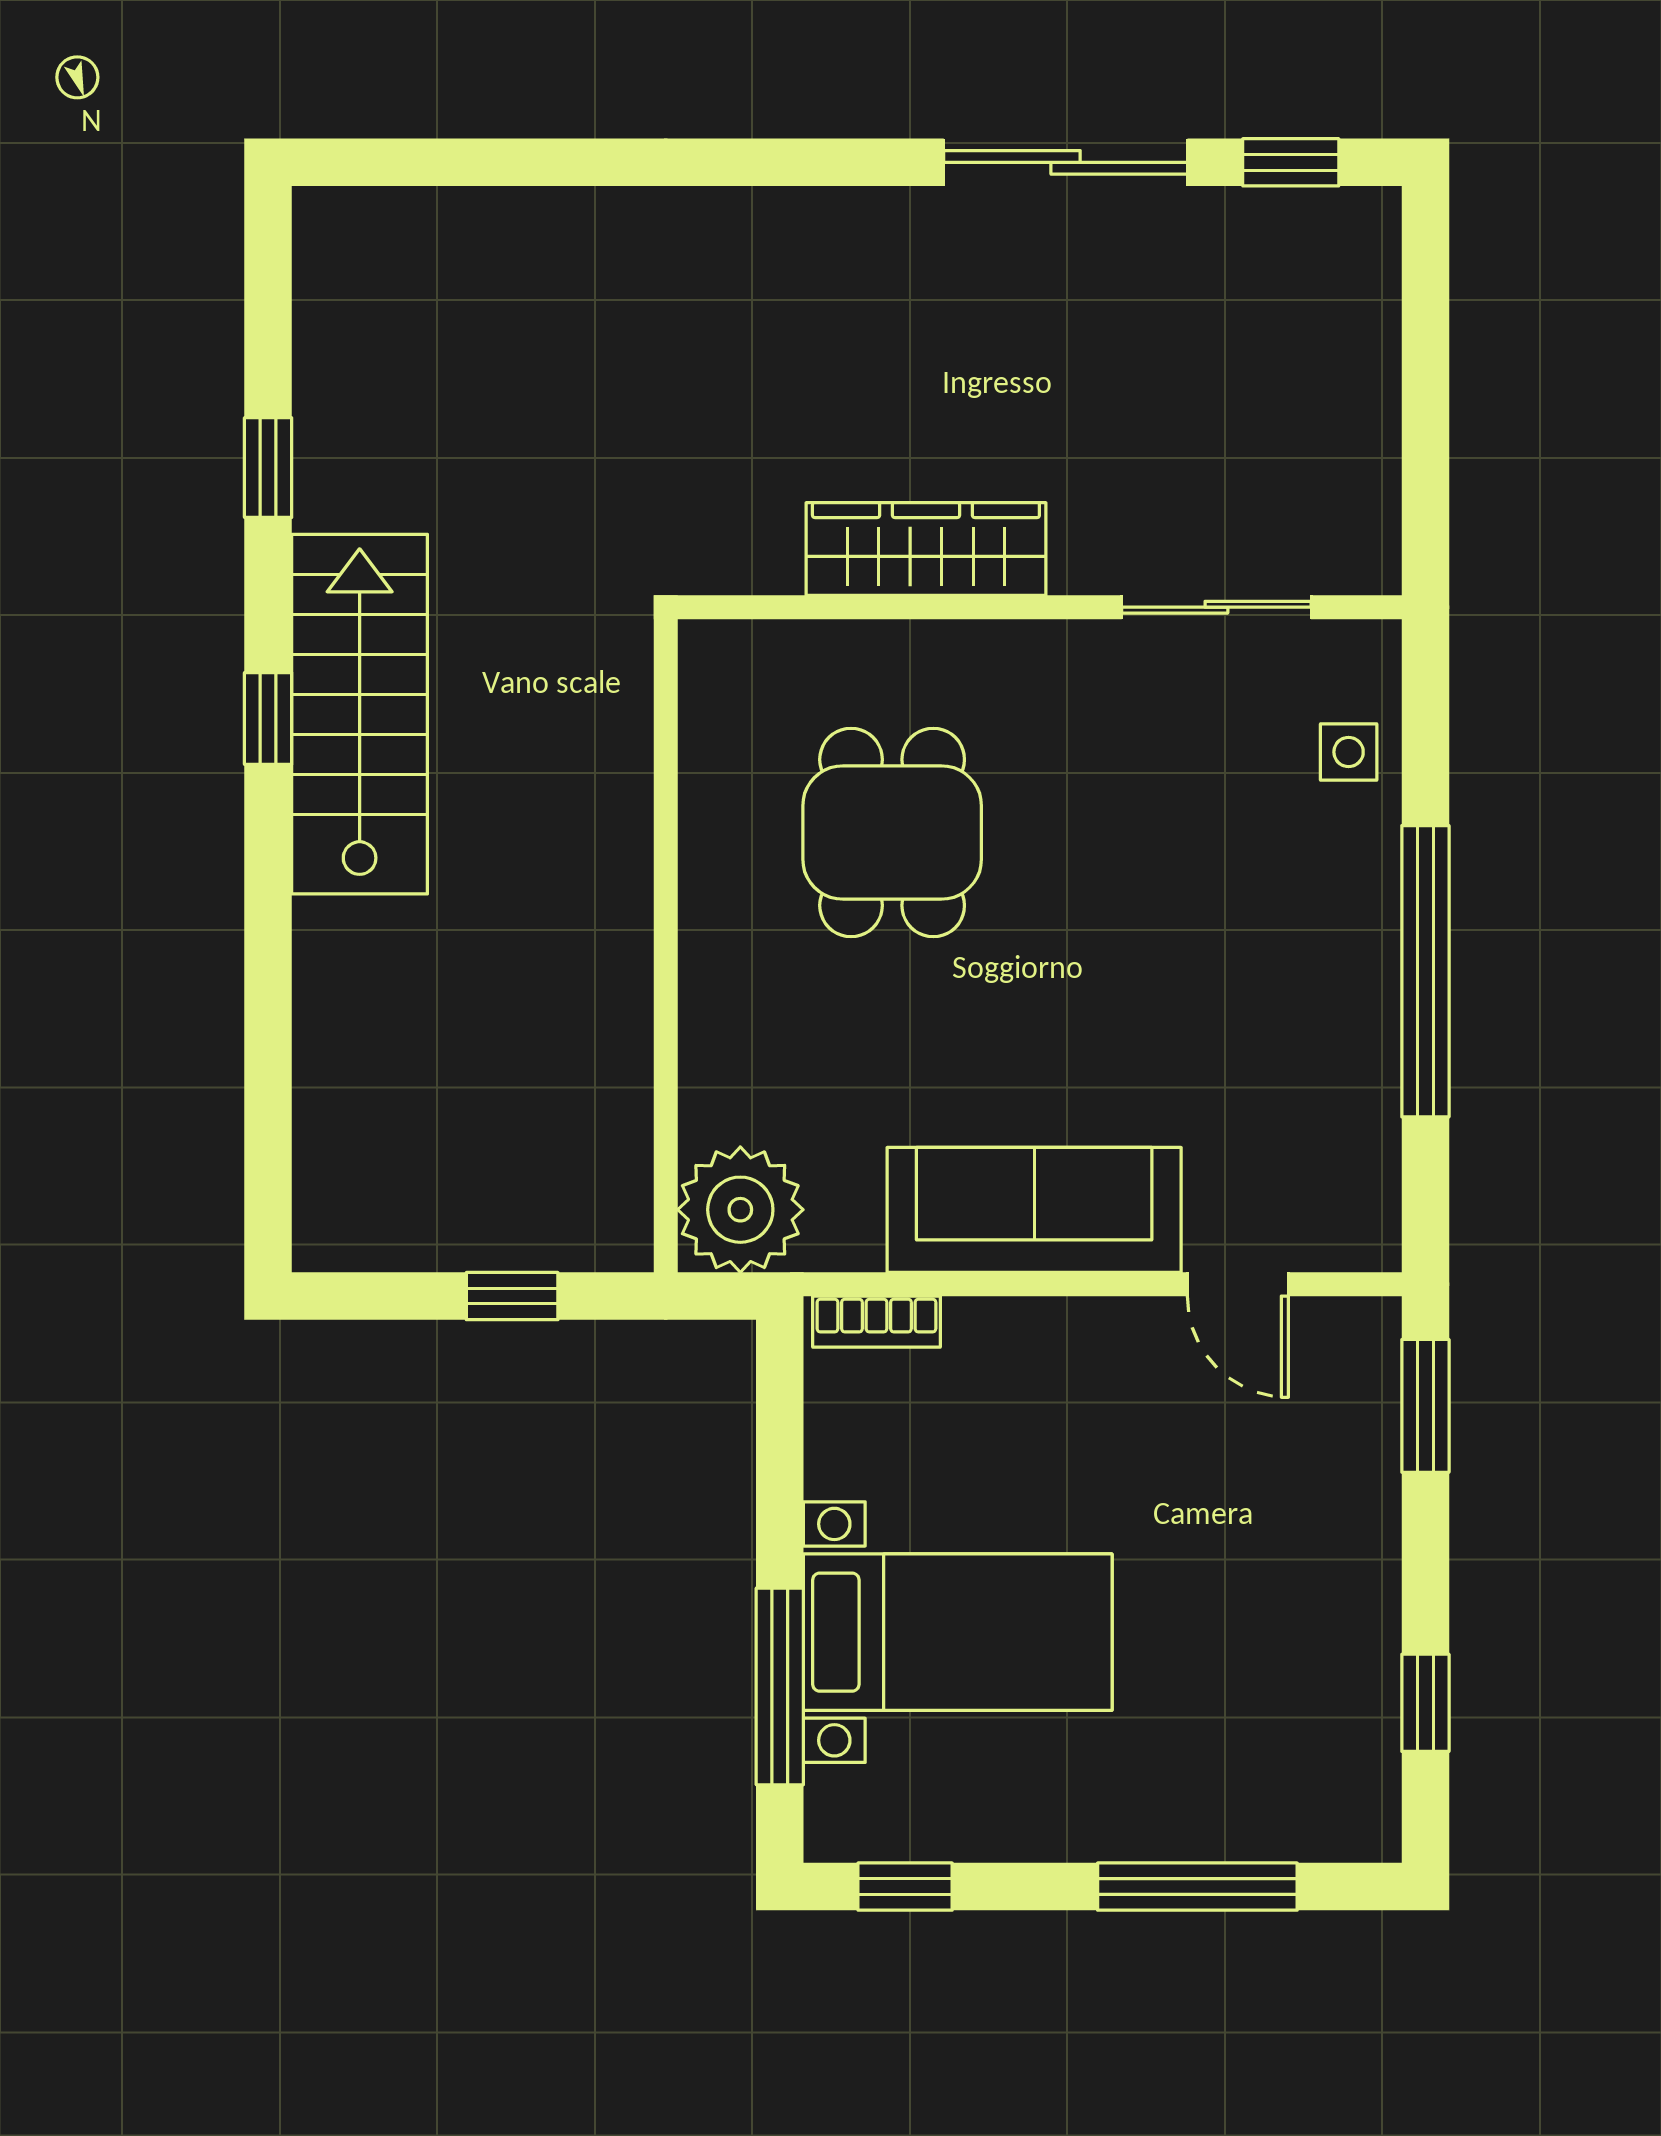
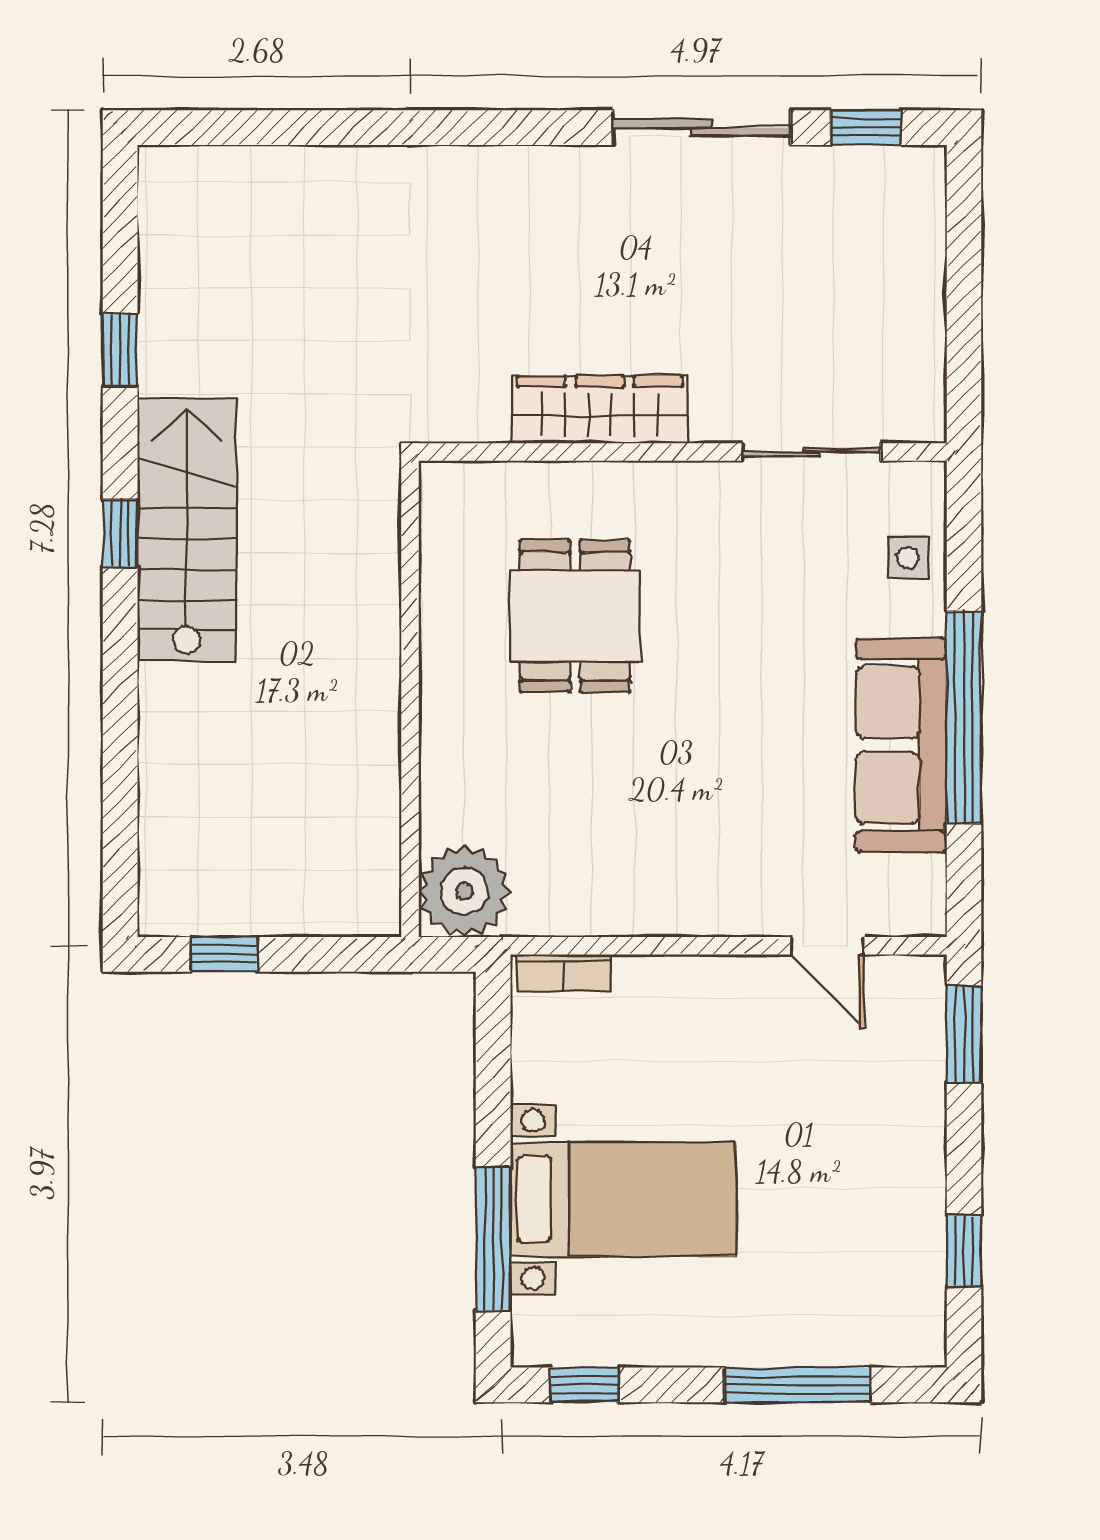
sofa: (1034, 1210) -> (901, 745), moved, turned -90
window: (512, 1296) -> (224, 954), moved

